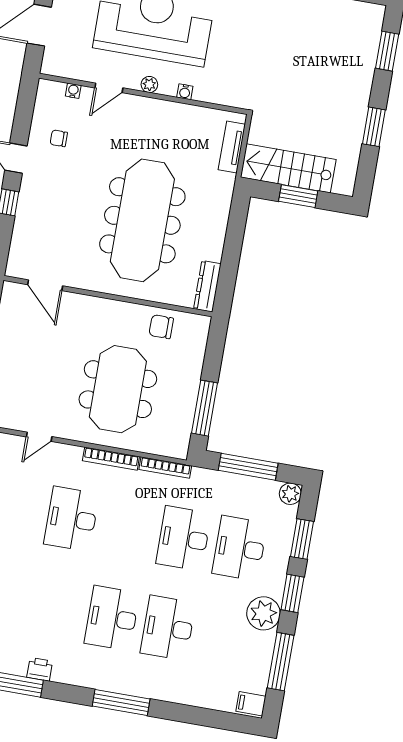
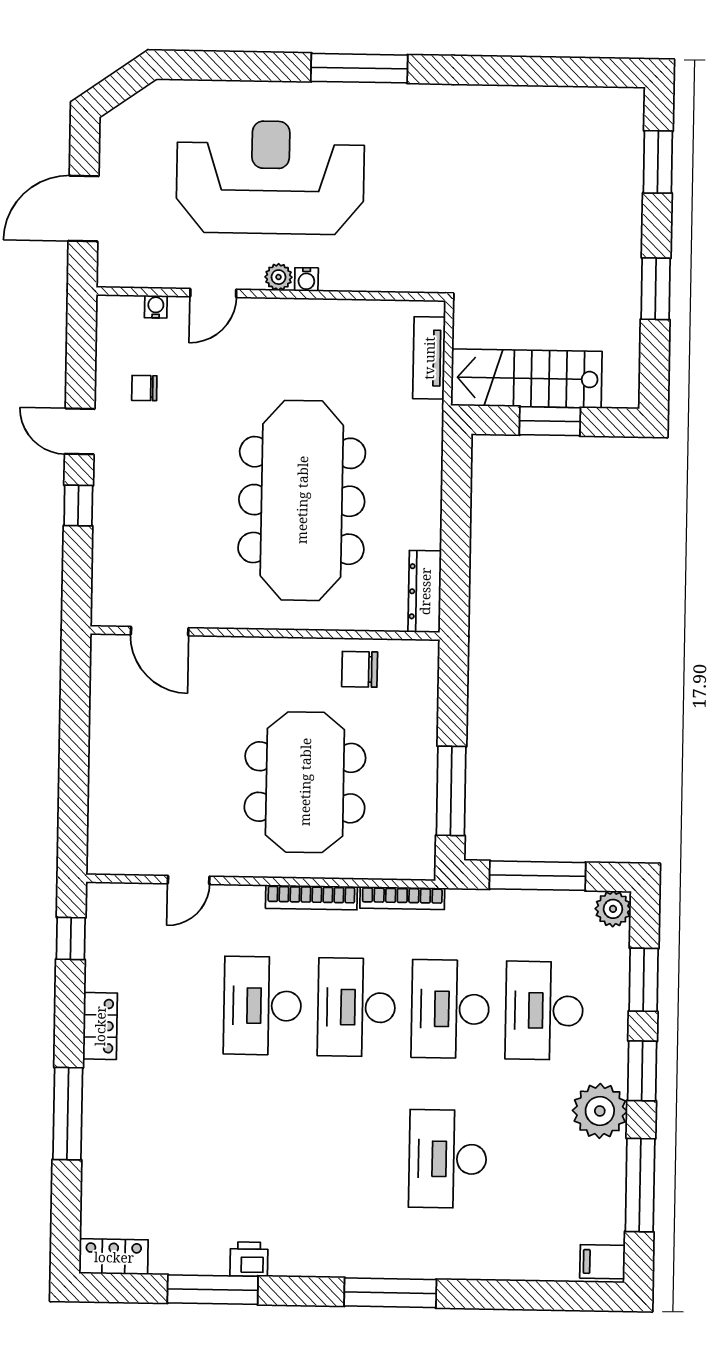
water cooler: (185, 92) -> (306, 279), moved
desk: (112, 618) -> (356, 1007), moved

